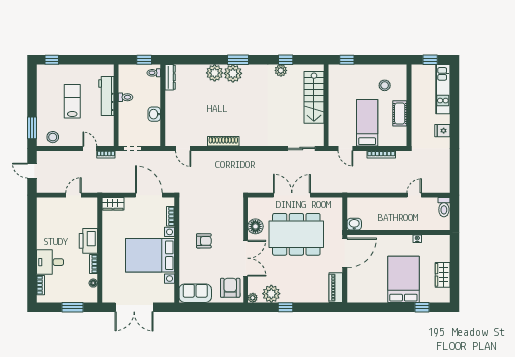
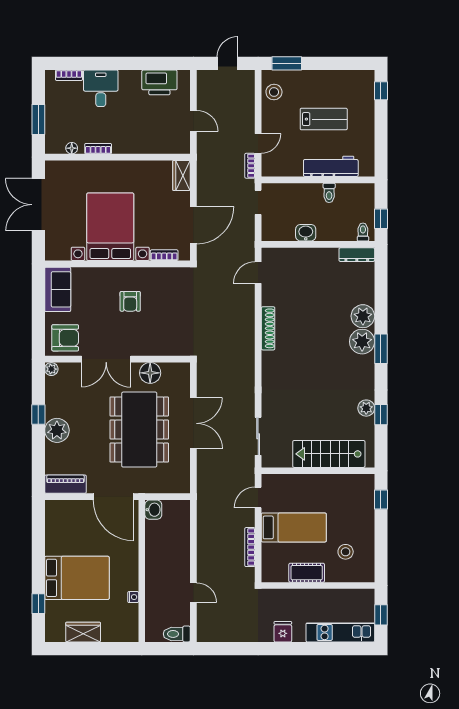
printer: (88, 241) -> (159, 82), moved, turned 180
plant: (271, 294) -> (57, 430), moved

